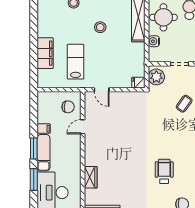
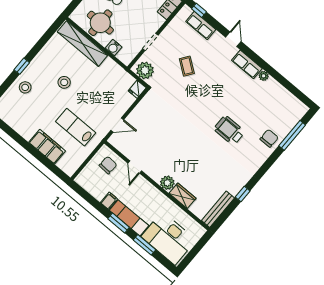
plant: (91, 159) -> (167, 183), added

